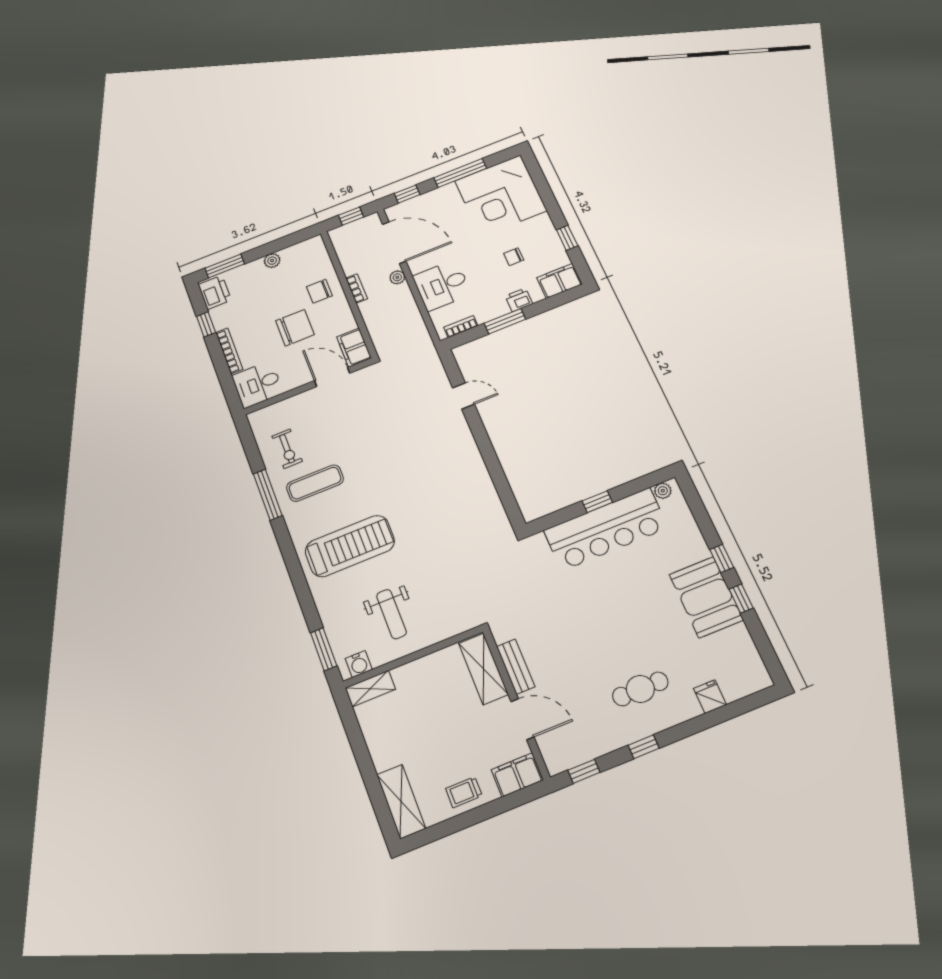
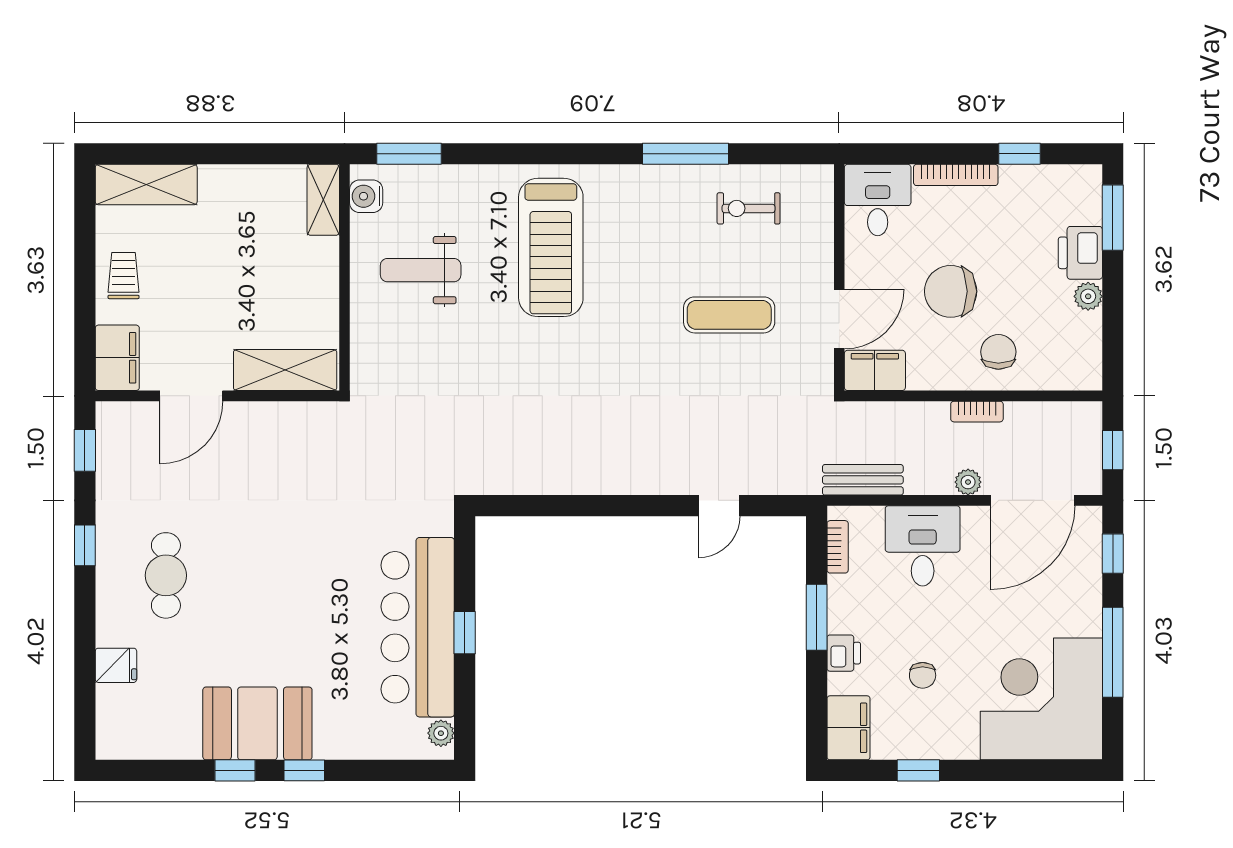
chair: (514, 257) -> (923, 675), turned 180
printer: (215, 292) -> (1080, 253), moved, turned 90
chair: (295, 328) -> (951, 291), turned 90
exercise mat: (315, 483) -> (729, 315), moved, turned 90
bench: (516, 667) -> (863, 480), moved

